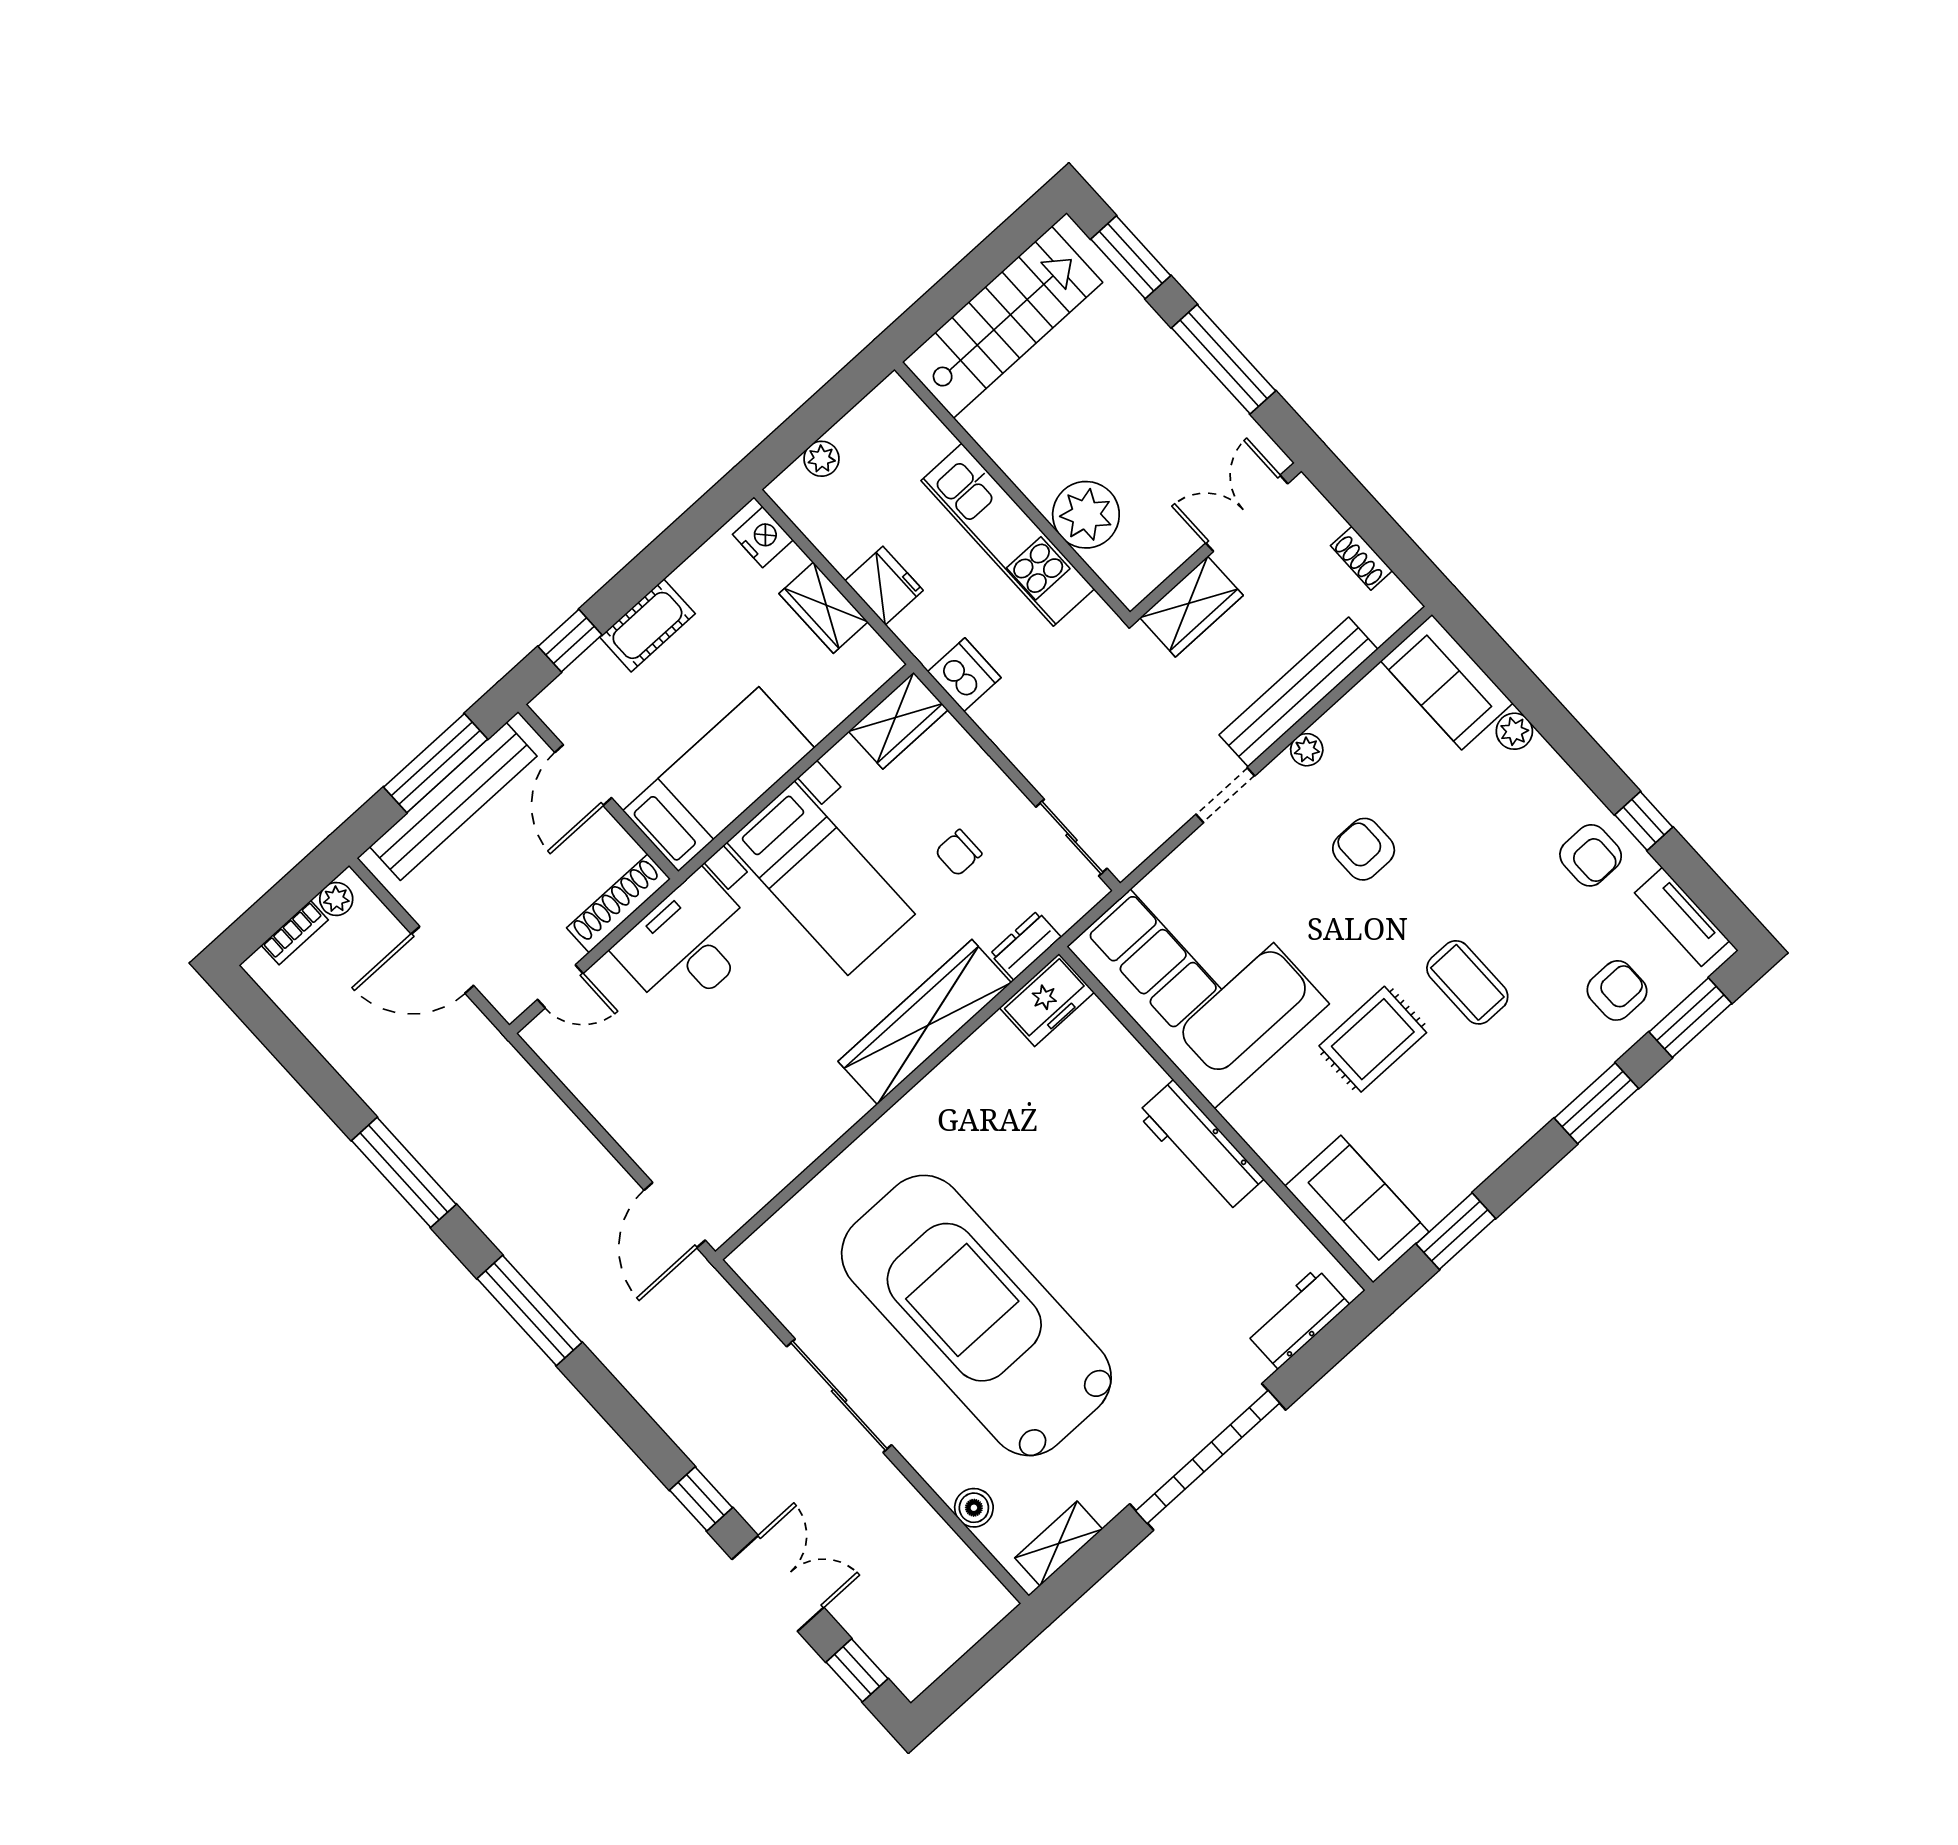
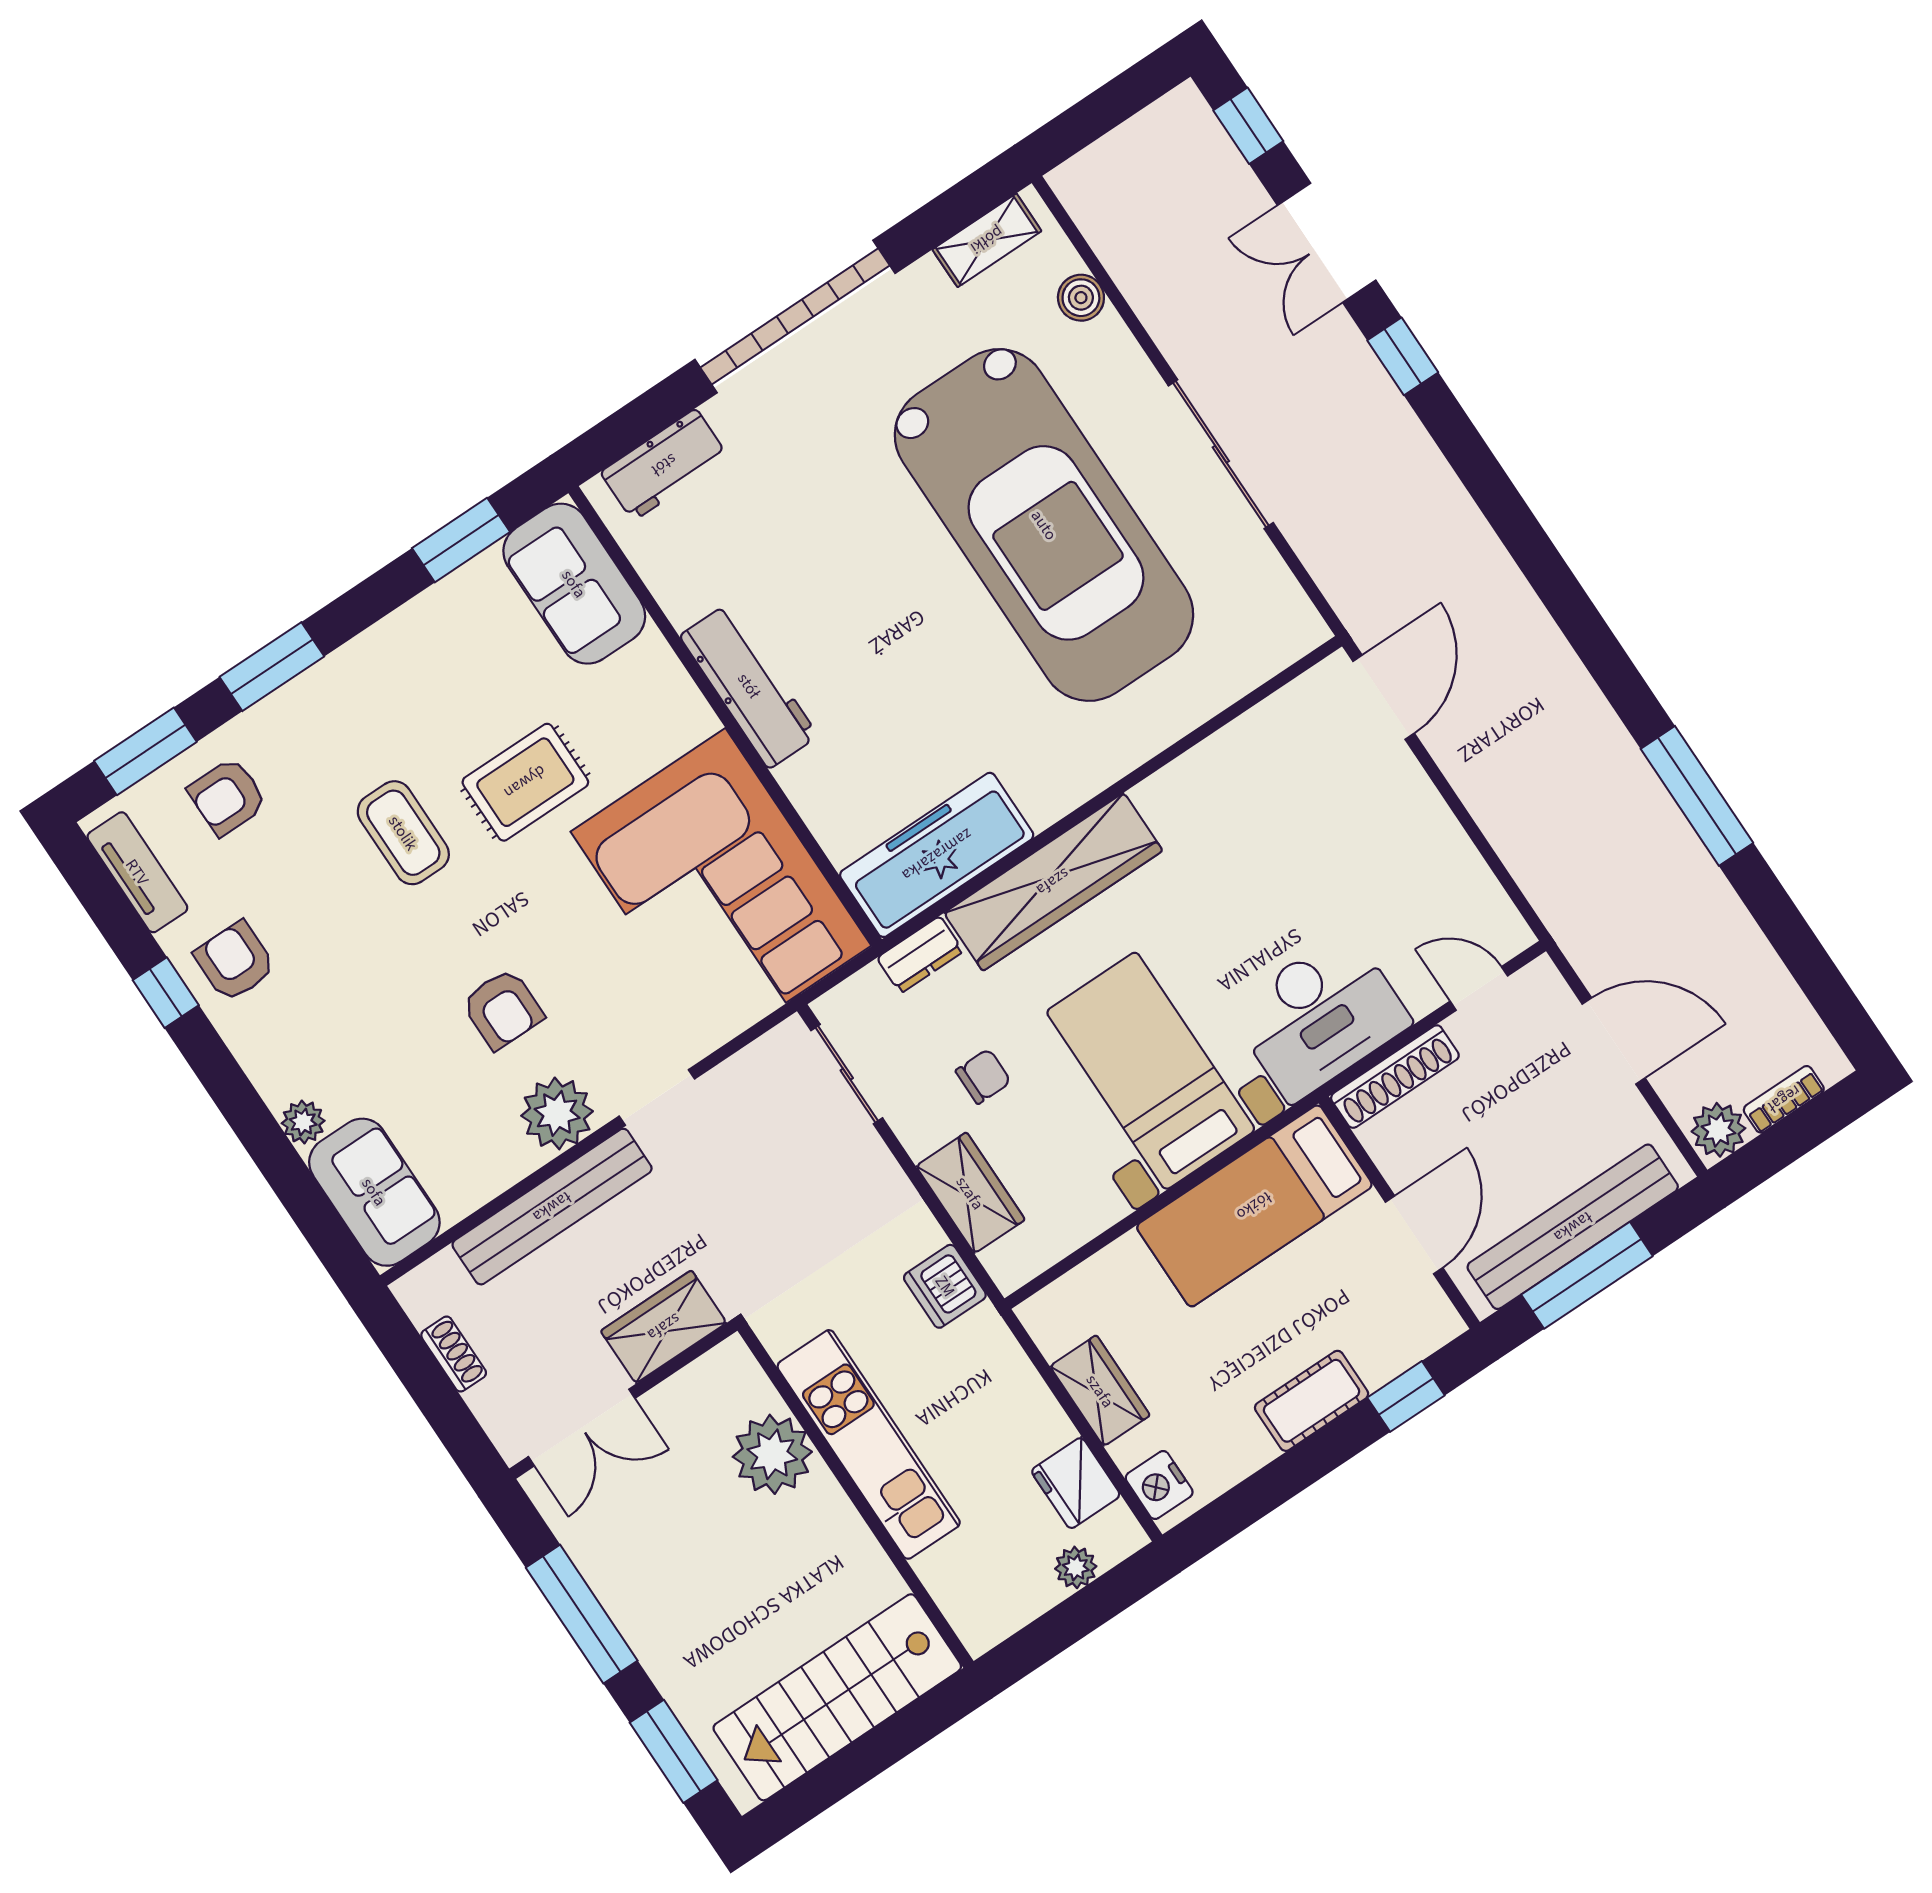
fridge: (884, 586) -> (1076, 1483), moved
wardrobe: (898, 721) -> (970, 1193), moved, turned 90
plant: (1307, 750) -> (557, 1113), width x1.88, depth x1.88
plant: (336, 899) -> (1718, 1130), width x1.38, depth x1.38
freezer: (1047, 1000) -> (937, 855), width x1.91, depth x1.26
window: (530, 1311) -> (1573, 610), removed

